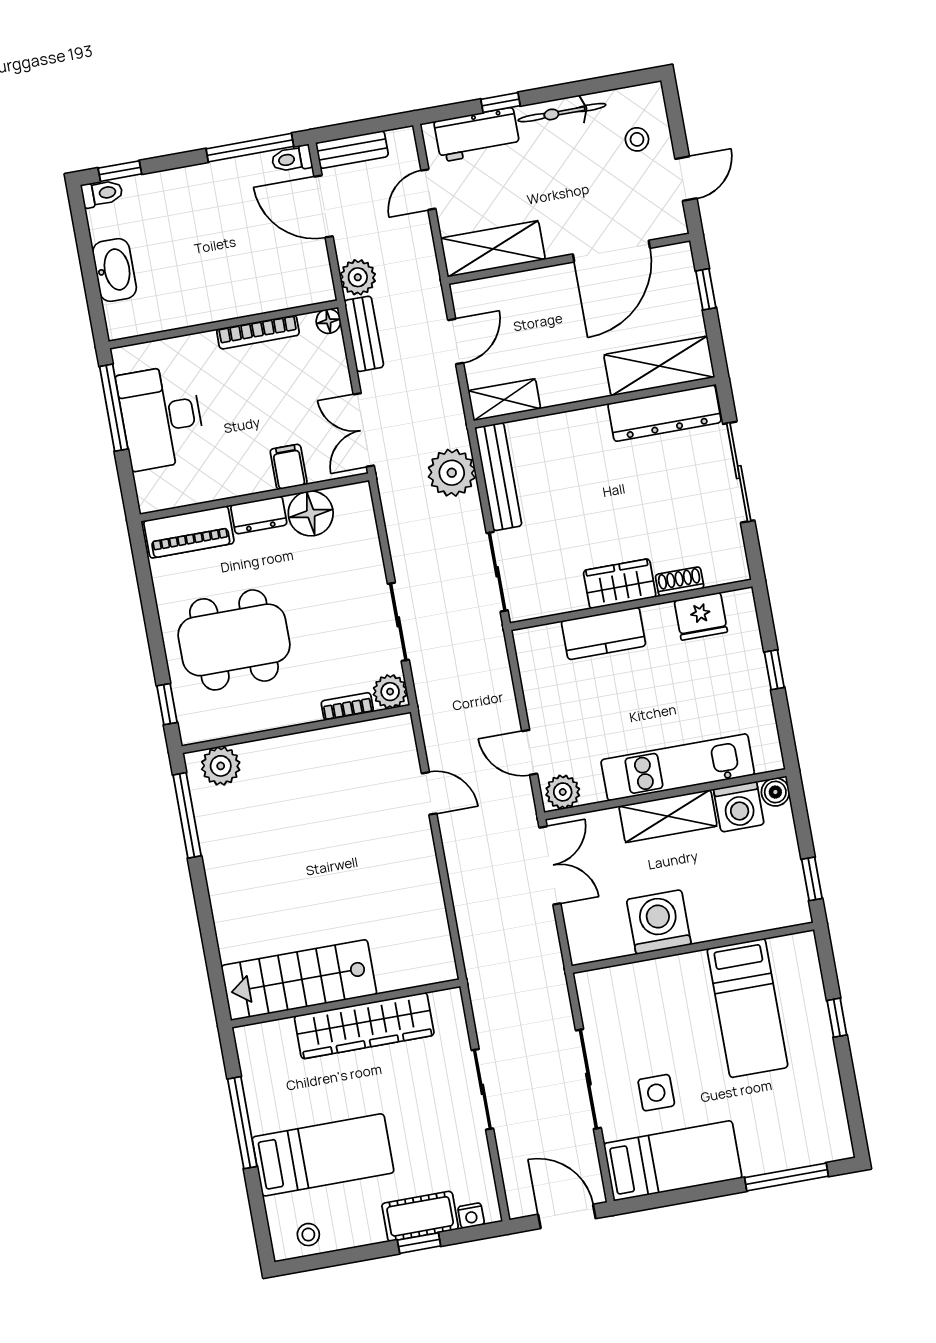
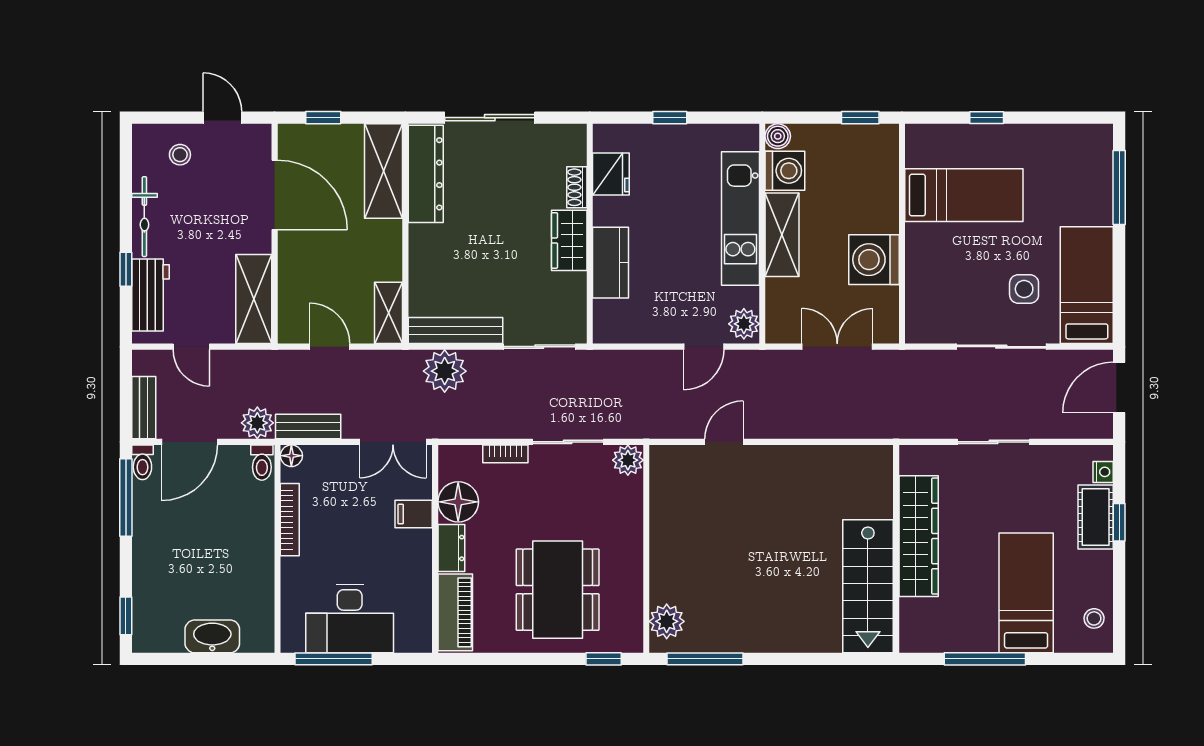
toilet: (102, 193) -> (262, 463), moved, turned 180
bookcase: (347, 706) -> (505, 454), moved, turned -90
double door: (550, 866) -> (837, 347), moved

